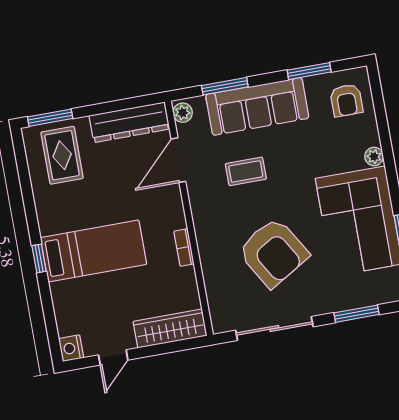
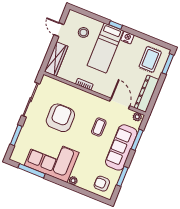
rug: (62, 155) -> (150, 59), turned 90
armchair: (273, 253) -> (60, 118), turned 121
stool: (90, 309) -> (83, 32), added
nightstand: (71, 348) -> (127, 38), moved

